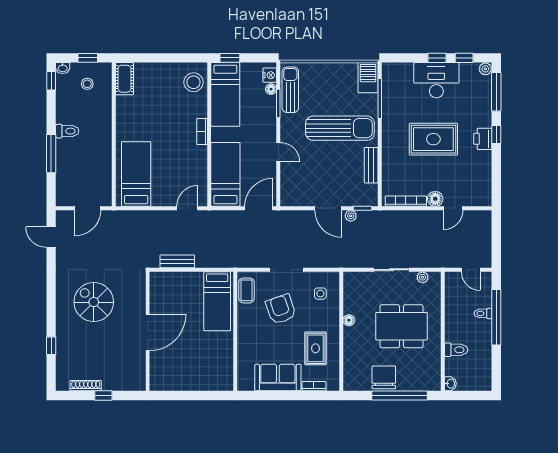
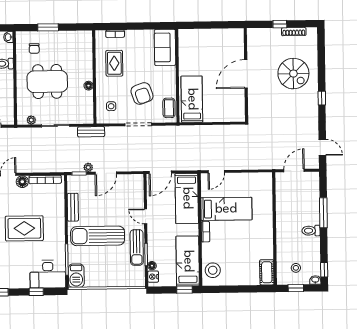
window: (437, 58) -> (36, 292), moved
desk: (436, 80) -> (48, 274), moved
sun lounger: (290, 90) -> (137, 247), moved
bed: (136, 174) -> (226, 209), moved, turned -90
door: (328, 208) -> (106, 173), swing flipped
bench: (177, 261) -> (91, 132), moved
spiral stairs: (94, 302) -> (293, 74), moved
window: (51, 346) -> (322, 98), moved
sofa: (278, 377) -> (165, 47), moved, turned 90
chair: (384, 377) -> (34, 49), moved, width x0.54, depth x0.54
window: (400, 395) -> (48, 27), width x0.47

